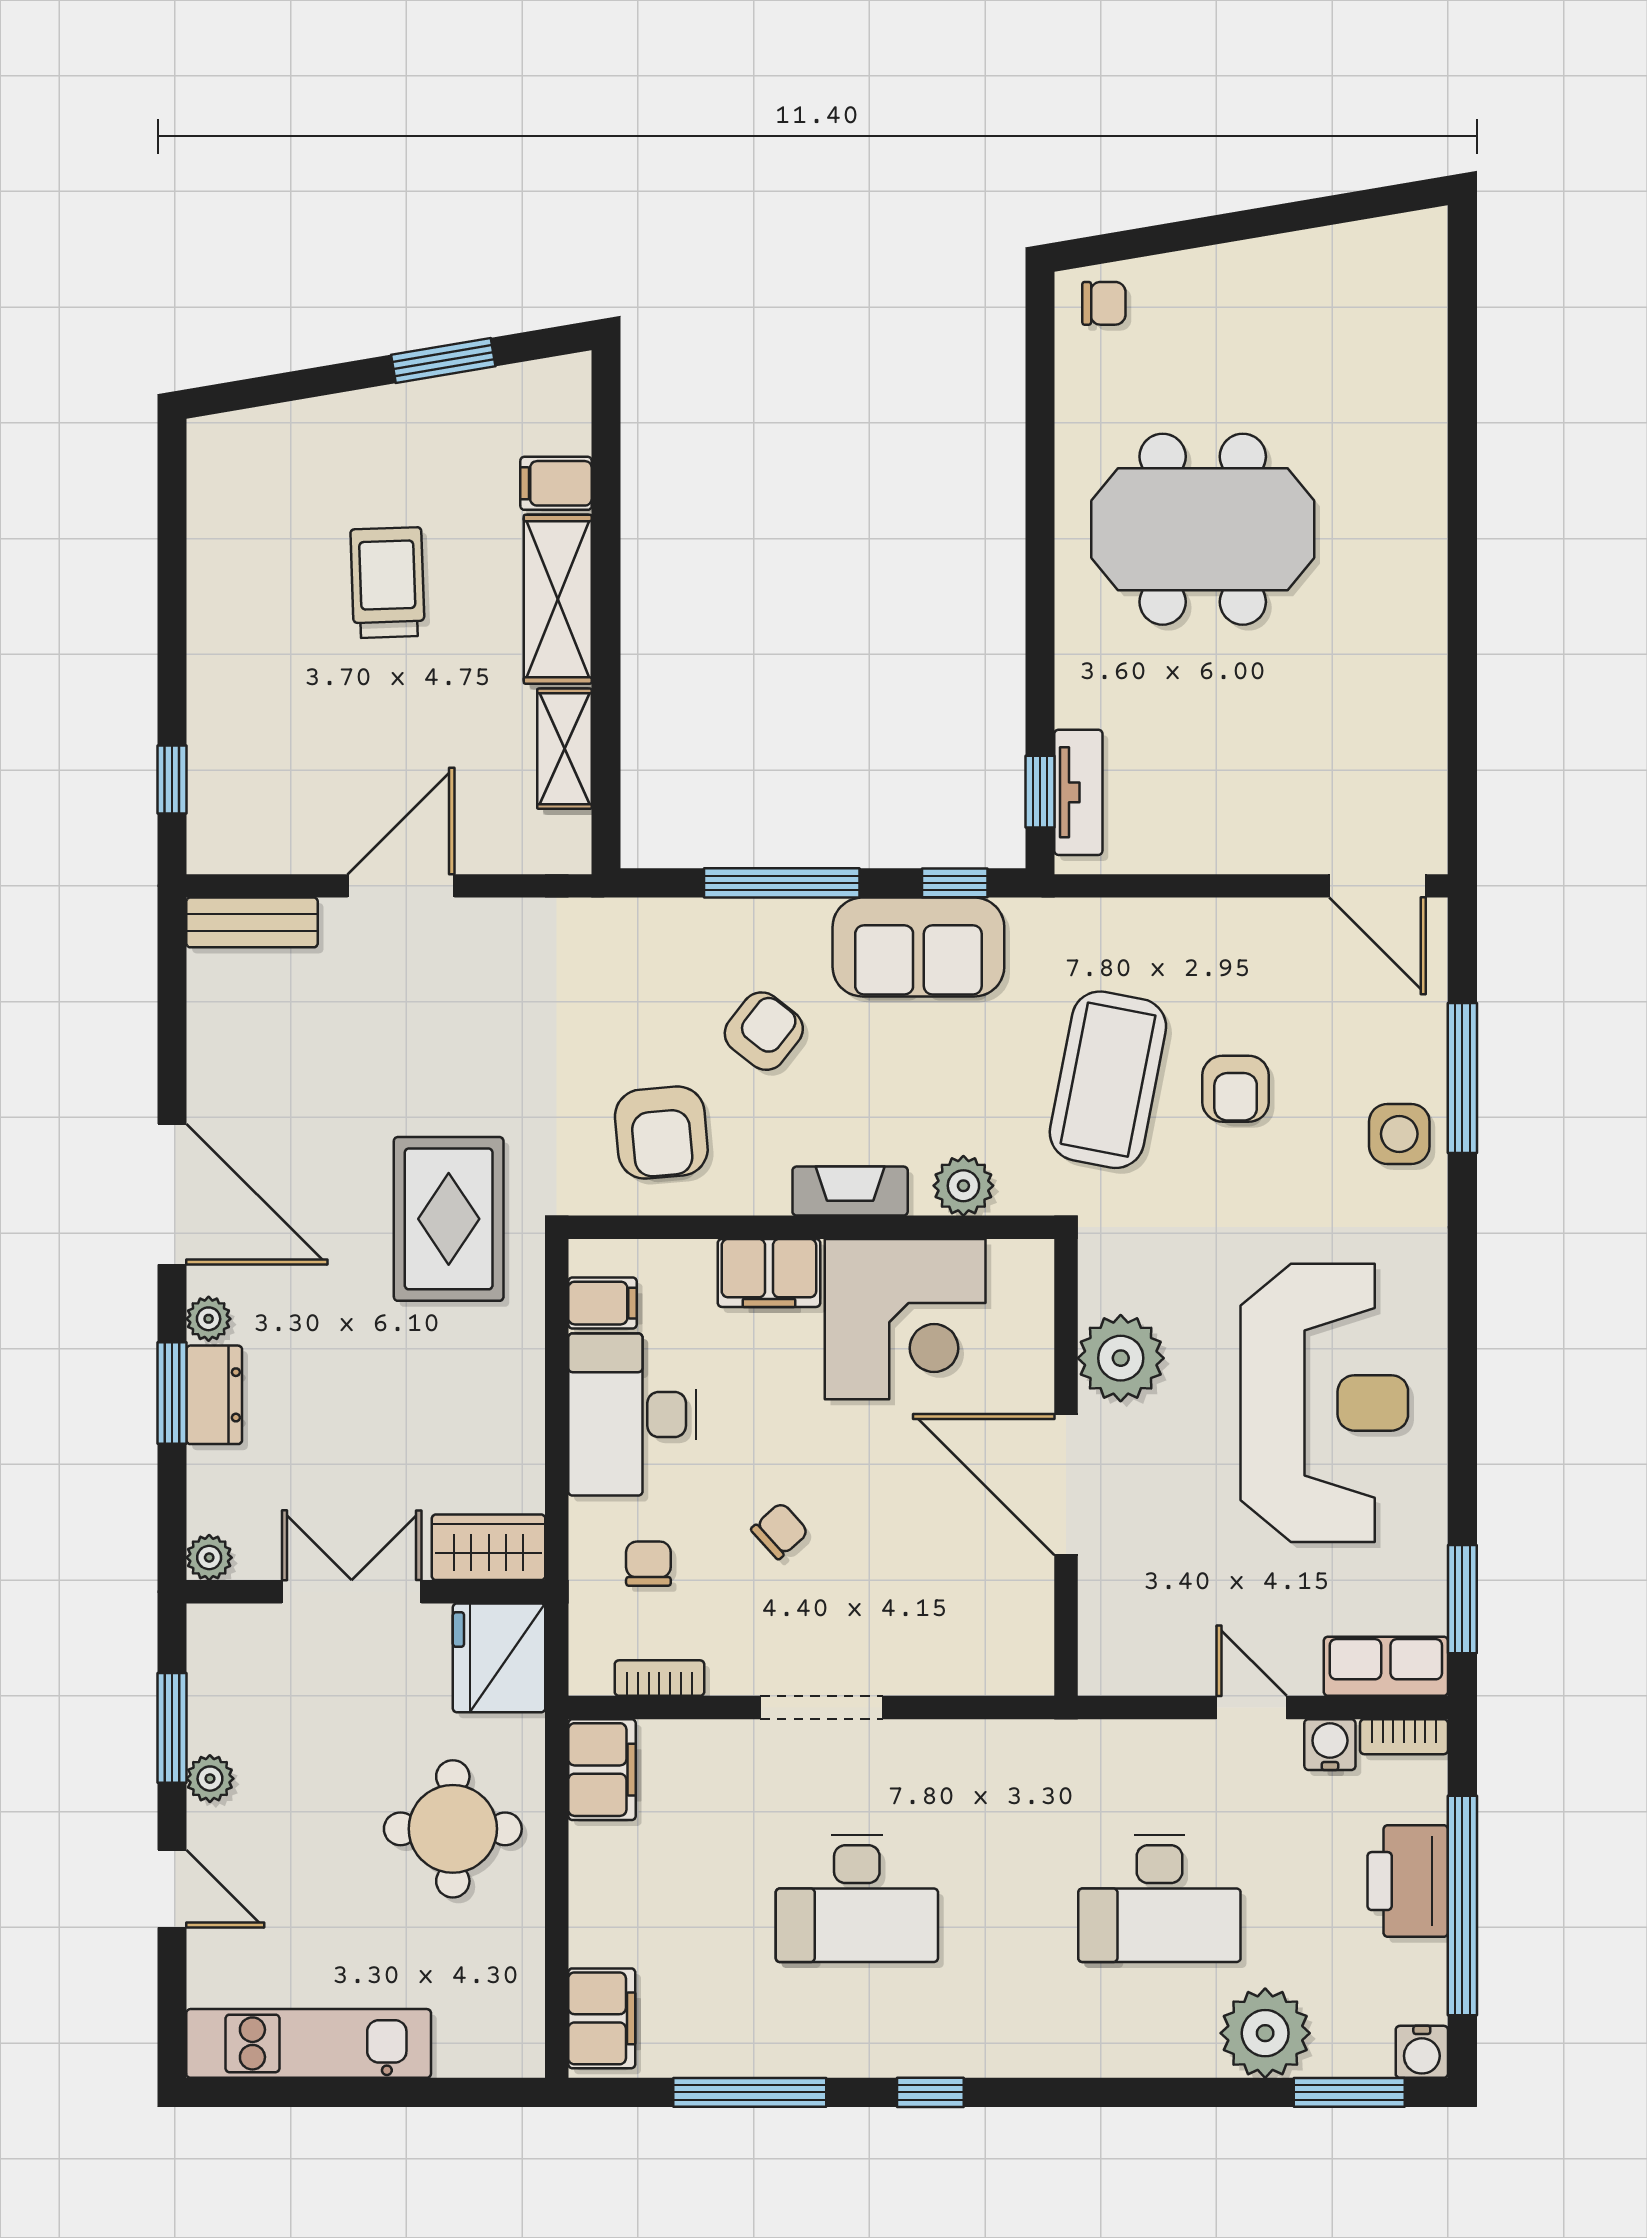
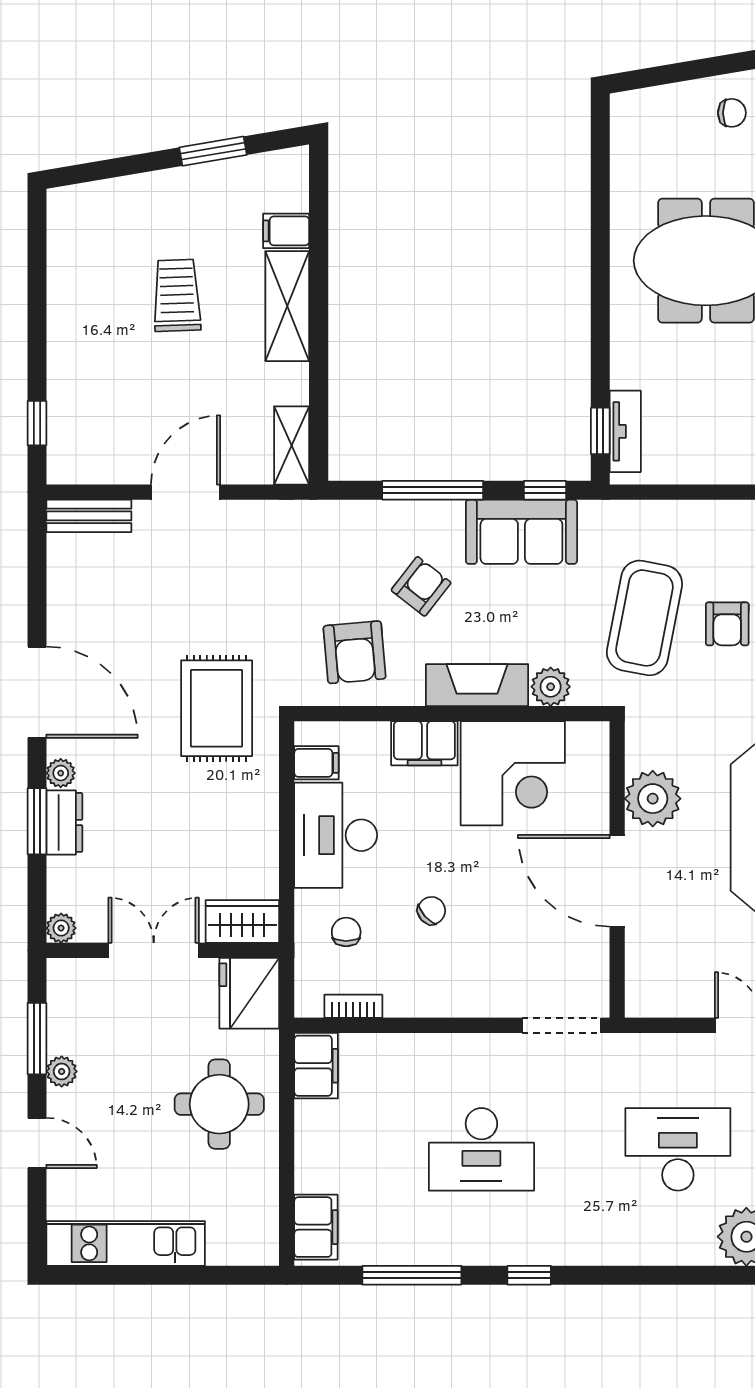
chair: (1104, 303) -> (732, 113), moved
shelving: (564, 749) -> (292, 445), moved
fireplace: (850, 1191) -> (477, 685), width x1.37, depth x1.32
doorway: (822, 1708) -> (562, 1025), moved
desk: (1159, 1898) -> (678, 1149), turned 180

